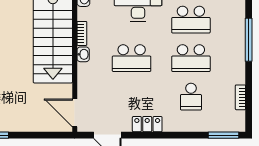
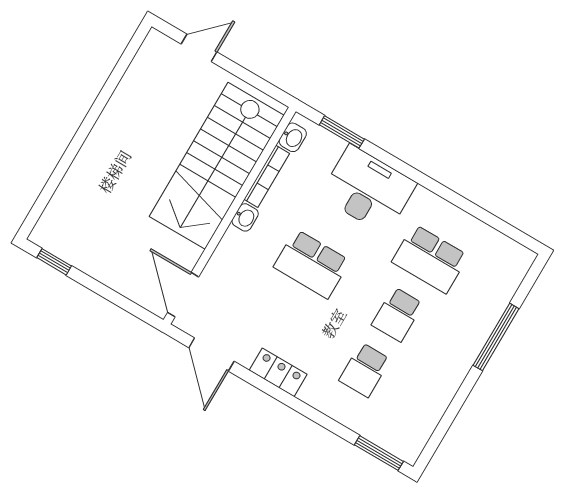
bookcase: (82, 33) -> (267, 176), width x1.56
school desk: (191, 58) -> (397, 314), width x0.54
bookcase: (240, 97) -> (435, 413), removed

